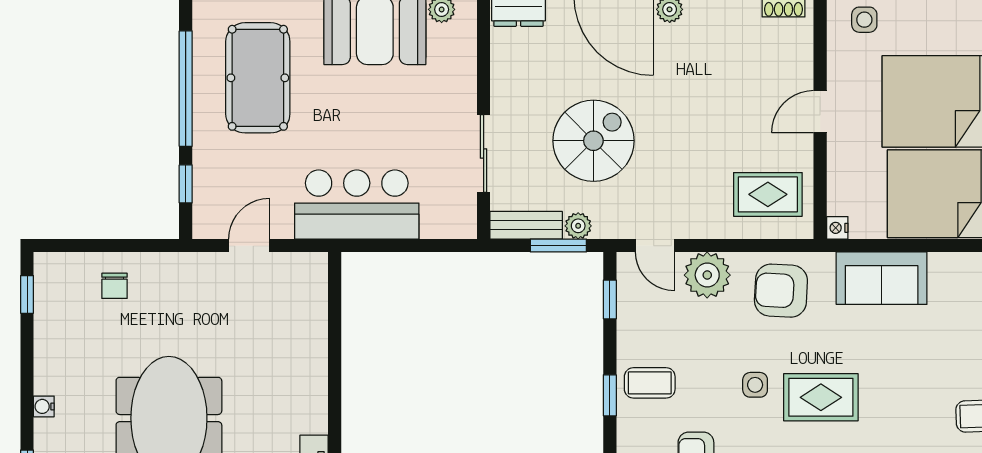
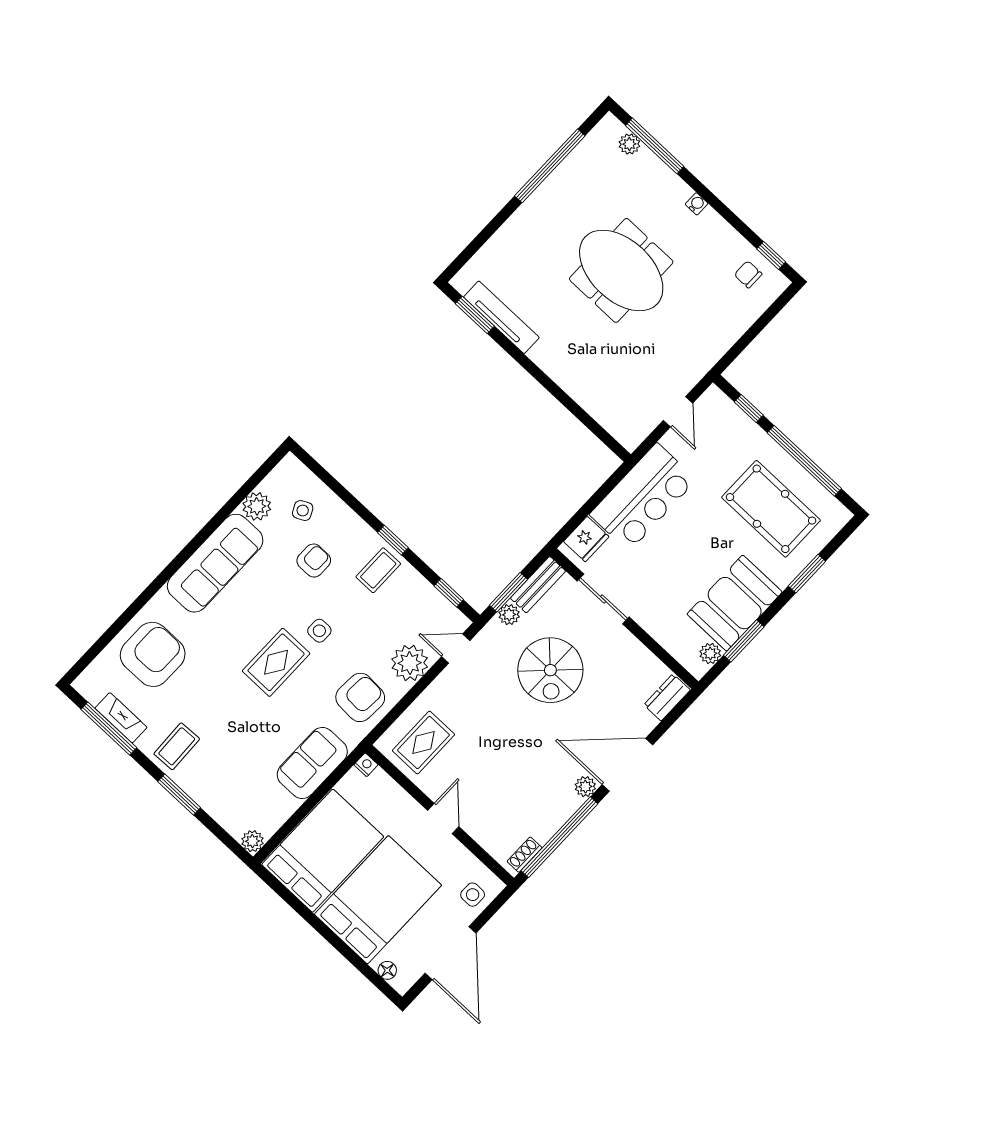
fridge: (443, 220) -> (586, 539), added
chair: (115, 286) -> (748, 274), moved

